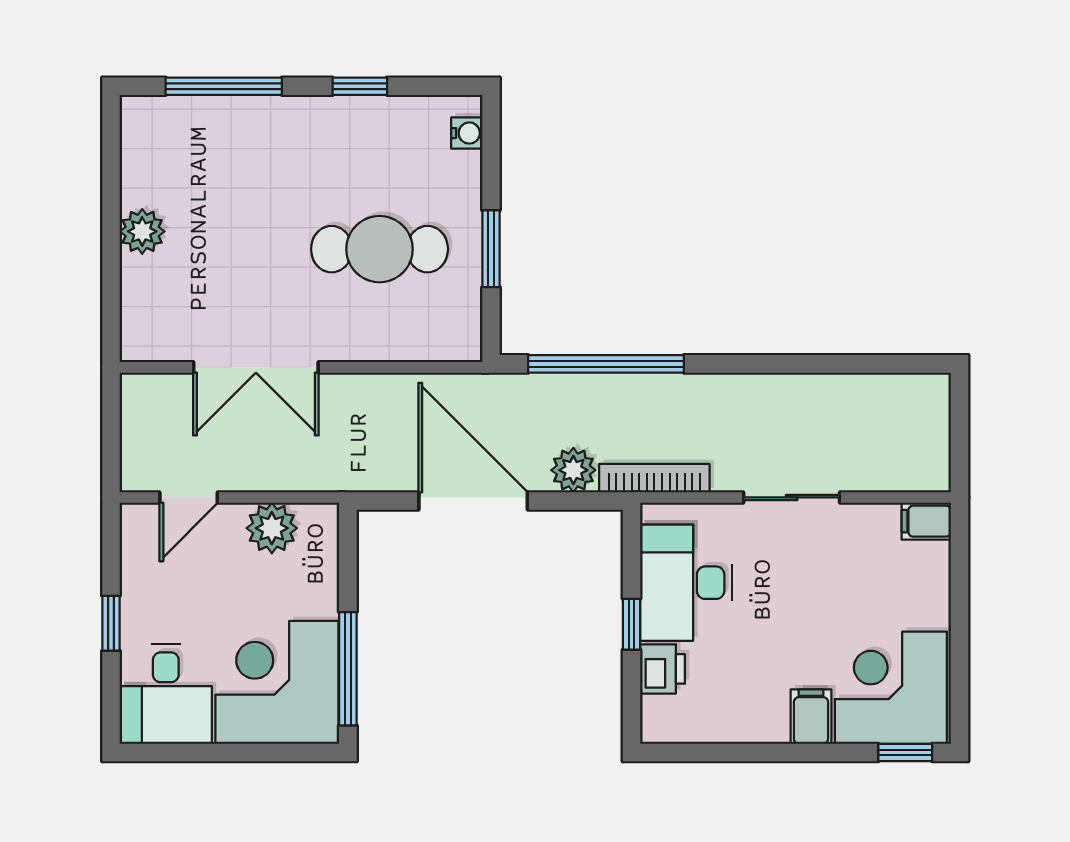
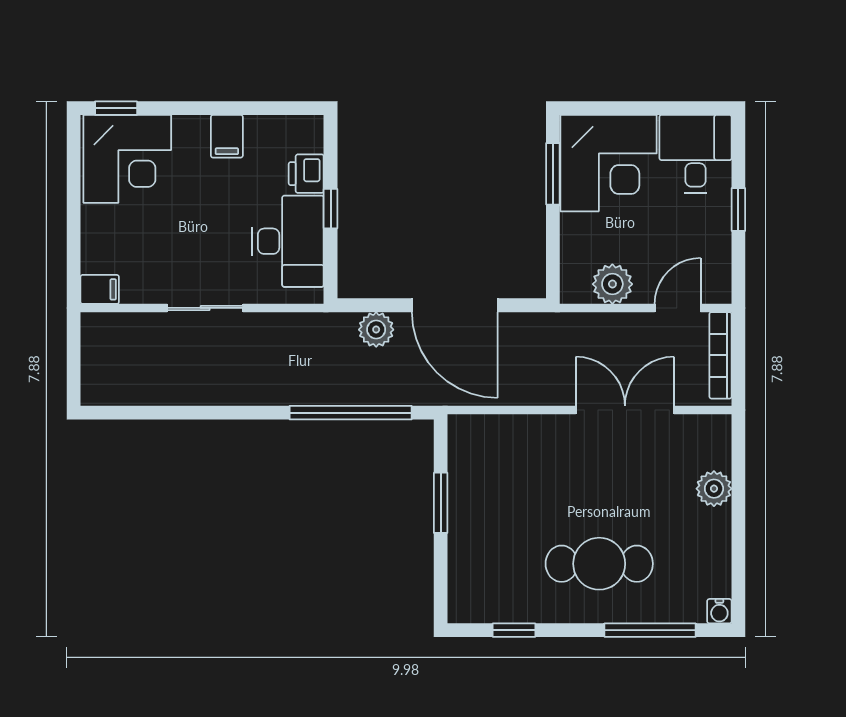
window: (360, 86) -> (514, 630), moved
water cooler: (467, 133) -> (719, 611), moved, turned -90
plant: (142, 231) -> (714, 489), moved
cafe table: (380, 249) -> (599, 564), moved
bookcase: (654, 478) -> (720, 355), moved, turned 90
window: (348, 669) -> (553, 174), width x0.69
filing cabinet: (811, 717) -> (227, 136), moved

